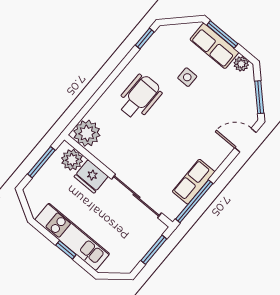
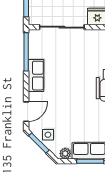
side table: (187, 77) -> (48, 135), moved
row of seats: (194, 182) -> (36, 76), moved

